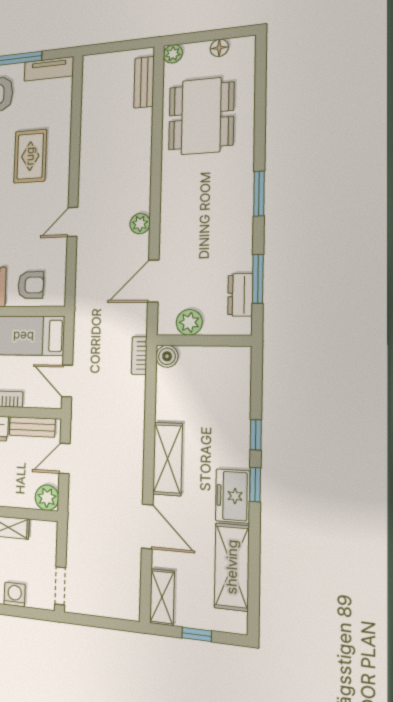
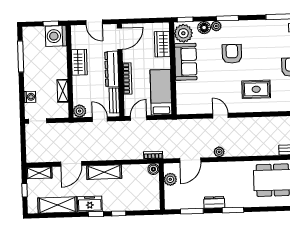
door: (153, 281) -> (190, 160), swing flipped
armchair: (31, 285) -> (187, 95), removed
dresser: (240, 295) -> (214, 202), moved

